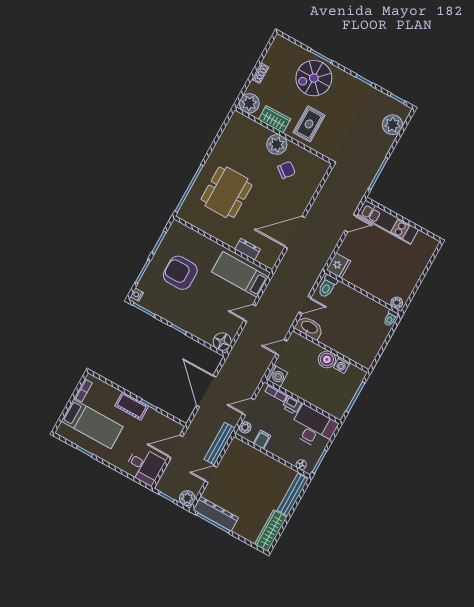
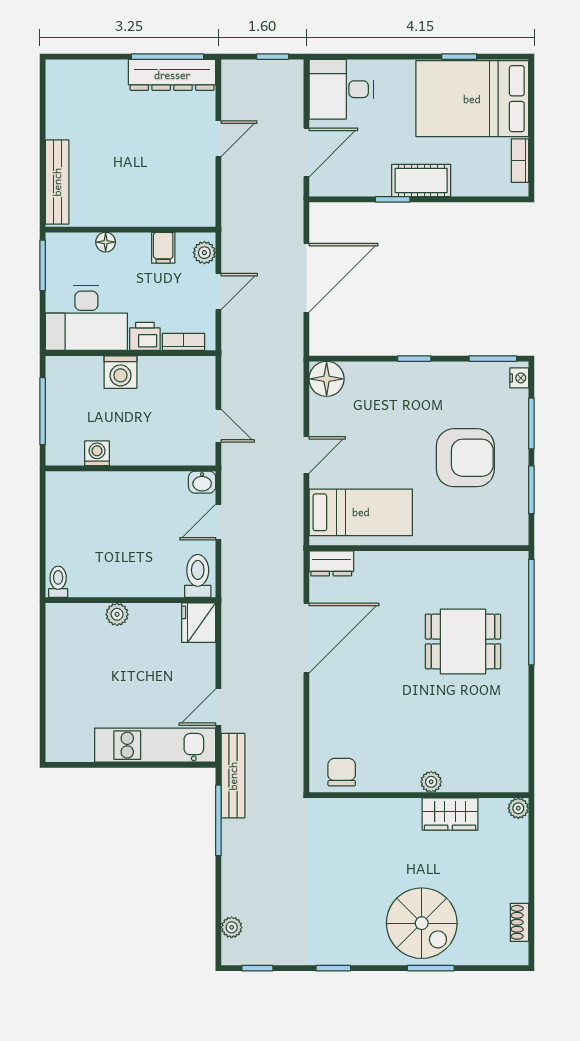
shoe rack: (260, 73) -> (519, 922), moved
spiral stairs: (314, 78) -> (422, 923), turned 90
plant: (249, 103) -> (518, 808), width x0.53, depth x0.53
rug: (309, 124) -> (386, 839), removed
plant: (392, 125) -> (232, 927), width x0.53, depth x0.53
plant: (277, 144) -> (431, 782), width x0.53, depth x0.53
chair: (286, 170) -> (342, 772), moved, turned 142
dining table: (226, 192) -> (463, 641), width x0.73
dresser: (248, 249) -> (331, 563), moved
plant: (397, 303) -> (117, 614), moved
washbasin: (309, 328) -> (202, 482), width x0.52, depth x0.69
door: (281, 348) -> (218, 426), hinge flipped
boiler: (327, 359) -> (128, 449), removed
washing machine: (277, 376) -> (121, 372), moved, turned -90
door: (206, 391) -> (306, 278), hinge flipped
bed: (92, 424) -> (472, 99), width x1.50
bench: (219, 444) -> (233, 776), moved
floor lamp: (301, 465) -> (106, 242), moved
plant: (187, 498) -> (236, 74), removed
wardrobe: (271, 531) -> (61, 98), removed

